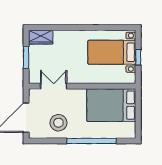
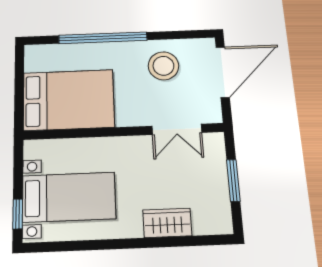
wardrobe: (41, 37) -> (167, 223), moved
window: (138, 57) -> (18, 214), moved

